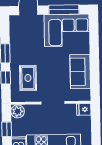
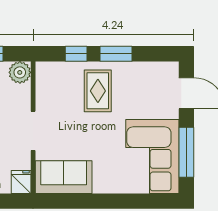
sofa: (80, 72) -> (64, 177), moved
rug: (28, 78) -> (98, 91), moved, turned 90

